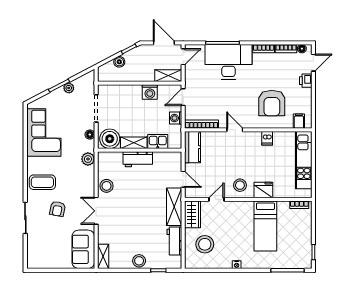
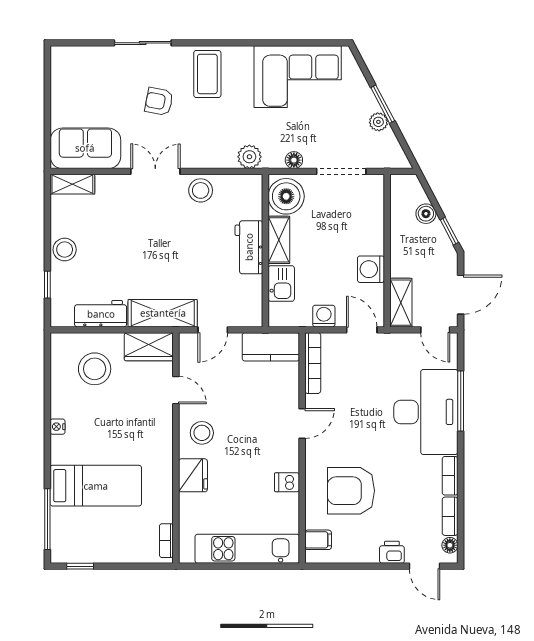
bed: (265, 226) -> (96, 486), moved, turned 180

